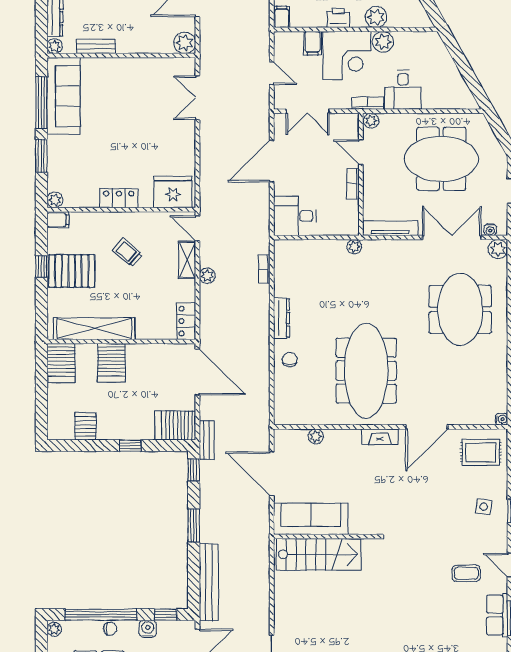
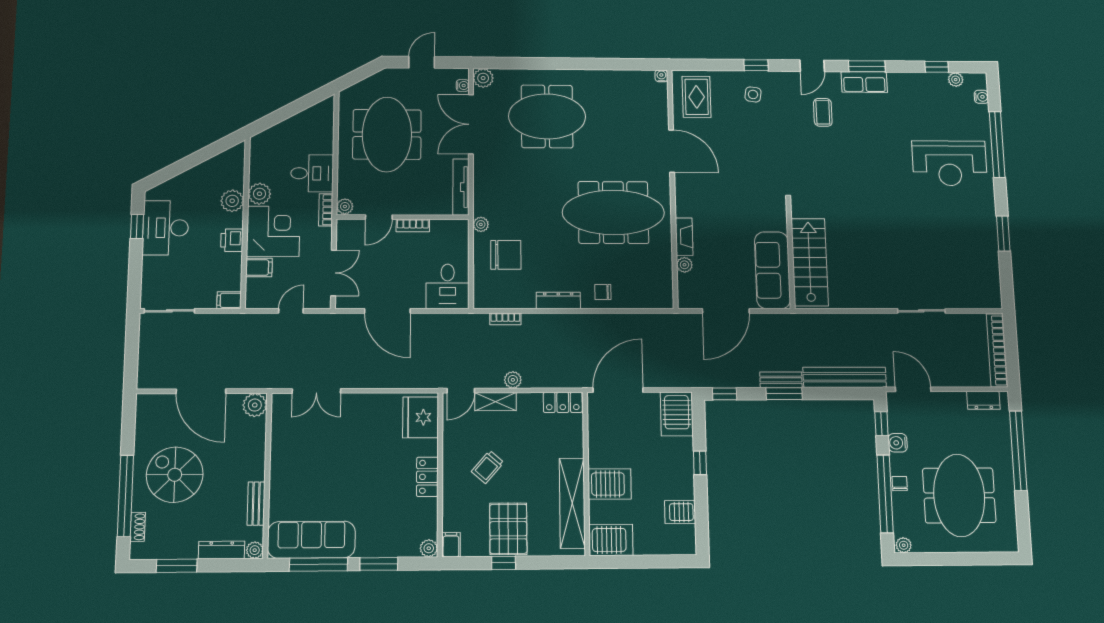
chair: (325, 270) -> (506, 255), added
fireplace: (380, 437) -> (684, 237), moved
bench: (207, 440) -> (781, 380), moved

